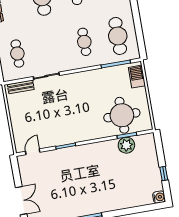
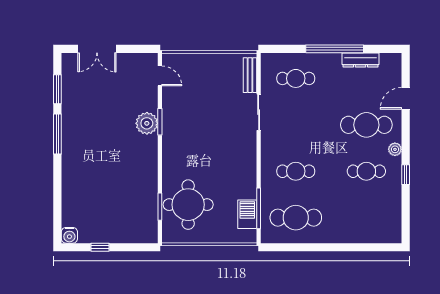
barbecue: (137, 77) -> (247, 214), moved, turned -90
plant: (126, 145) -> (147, 123), moved

